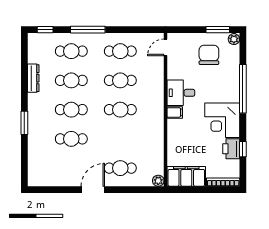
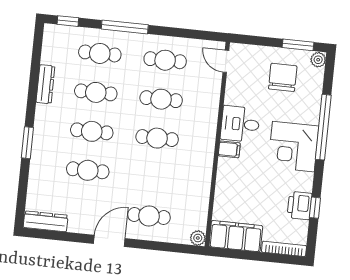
door: (165, 47) -> (226, 61), hinge flipped
corner desk: (222, 120) -> (293, 147), moved
dresser: (44, 180) -> (46, 221), added

